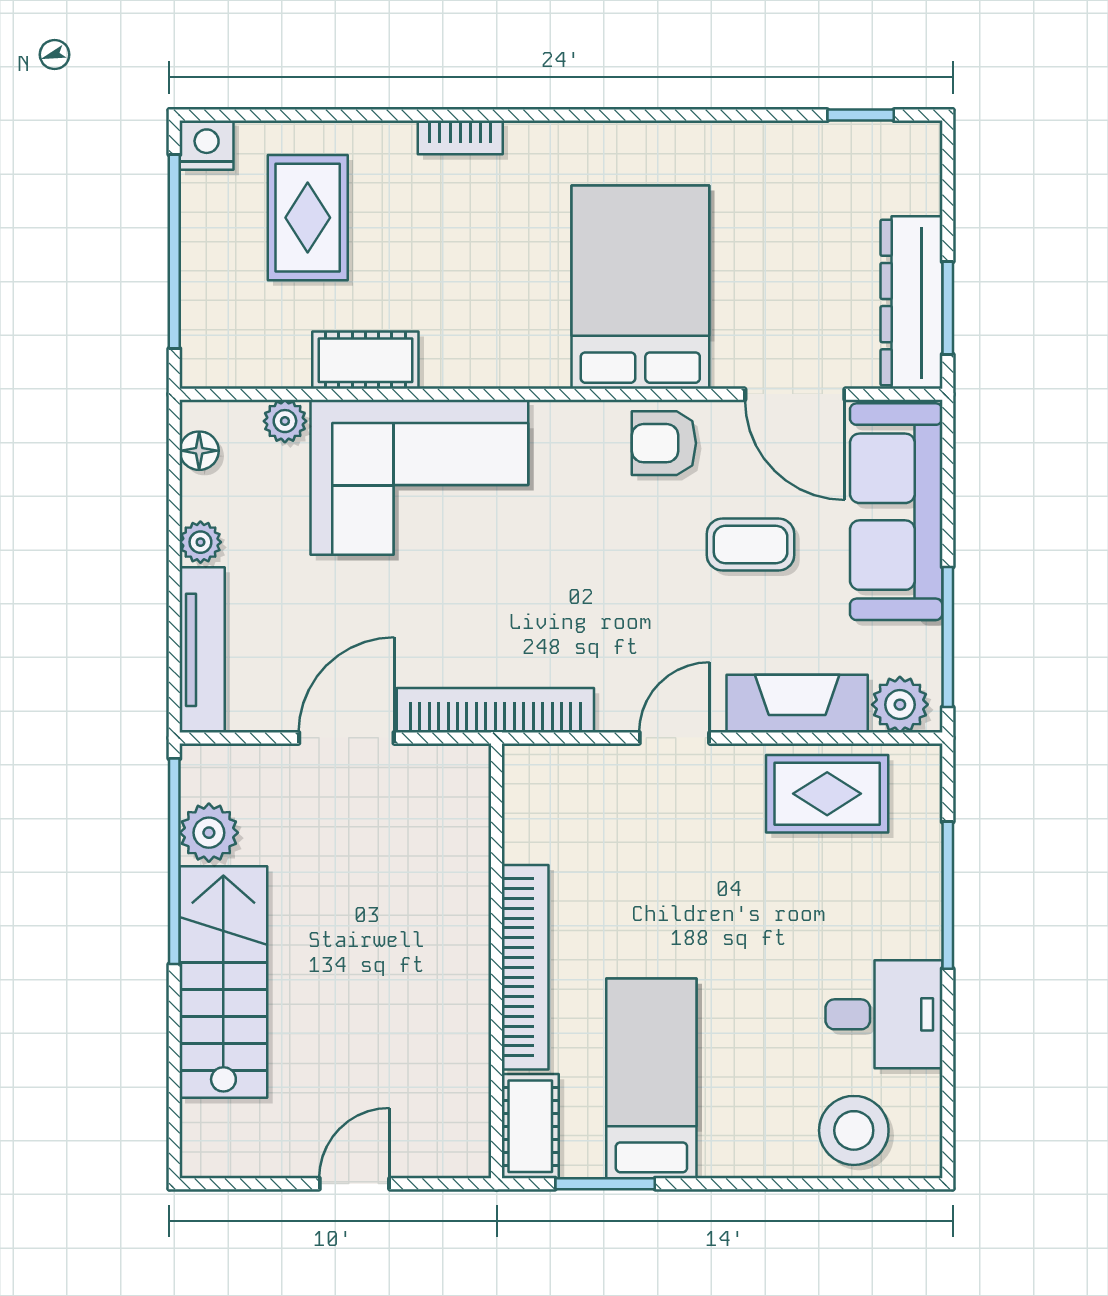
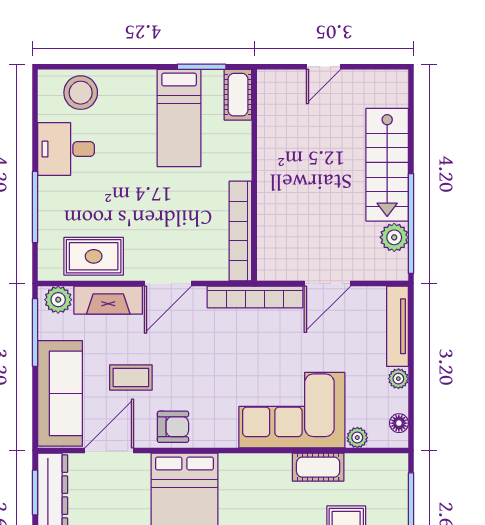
door: (795, 394) -> (109, 451), hinge flipped
door: (674, 738) -> (168, 283), width x1.38
bookcase: (525, 967) -> (240, 231), moved

